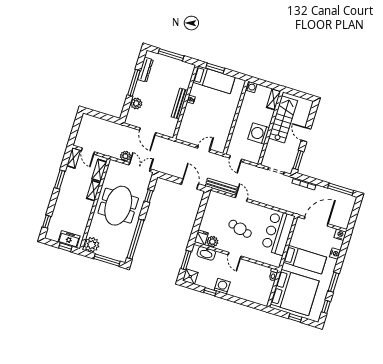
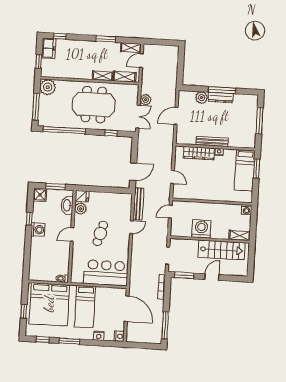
dresser: (145, 70) -> (221, 97), moved
wardrobe: (187, 118) -> (199, 153), added
freezer: (69, 239) -> (49, 48), moved

